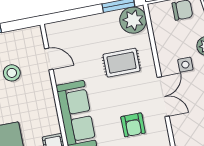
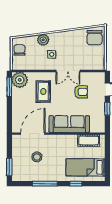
door: (49, 59) -> (33, 134), width x1.87
double door: (163, 97) -> (68, 71), swing flipped

